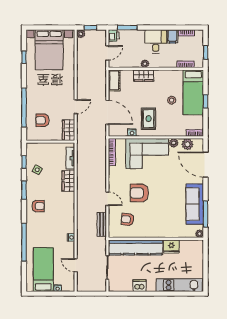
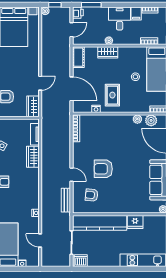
corner sofa: (147, 154) -> (111, 130), removed
dishwasher: (140, 286) -> (81, 261), moved

